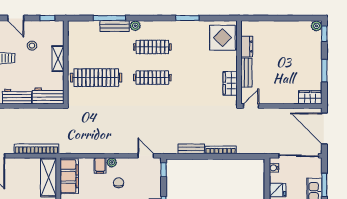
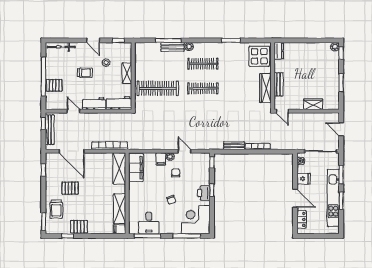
dresser: (247, 47) -> (279, 51), moved
wardrobe: (230, 83) -> (265, 88), width x1.50
wardrobe: (310, 97) -> (313, 104), moved
door: (251, 106) -> (282, 111), swing flipped
door: (324, 128) -> (341, 129), width x0.53
door: (146, 156) -> (185, 151), moved

